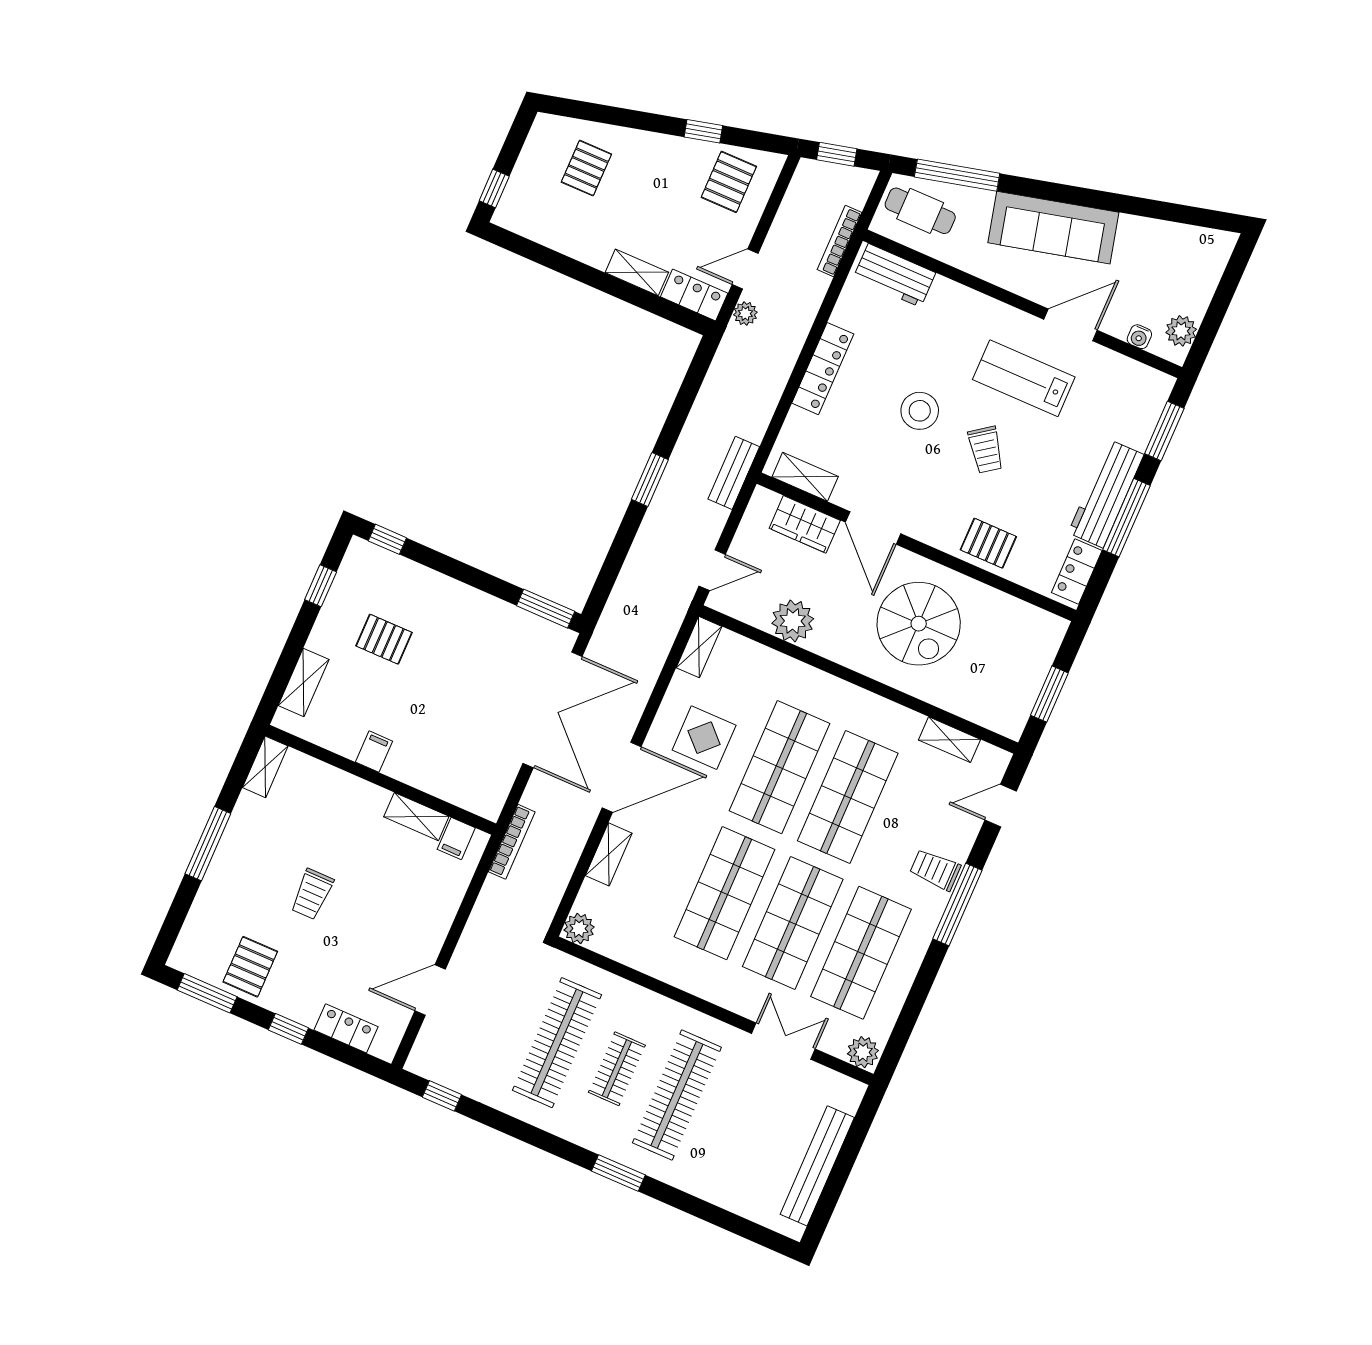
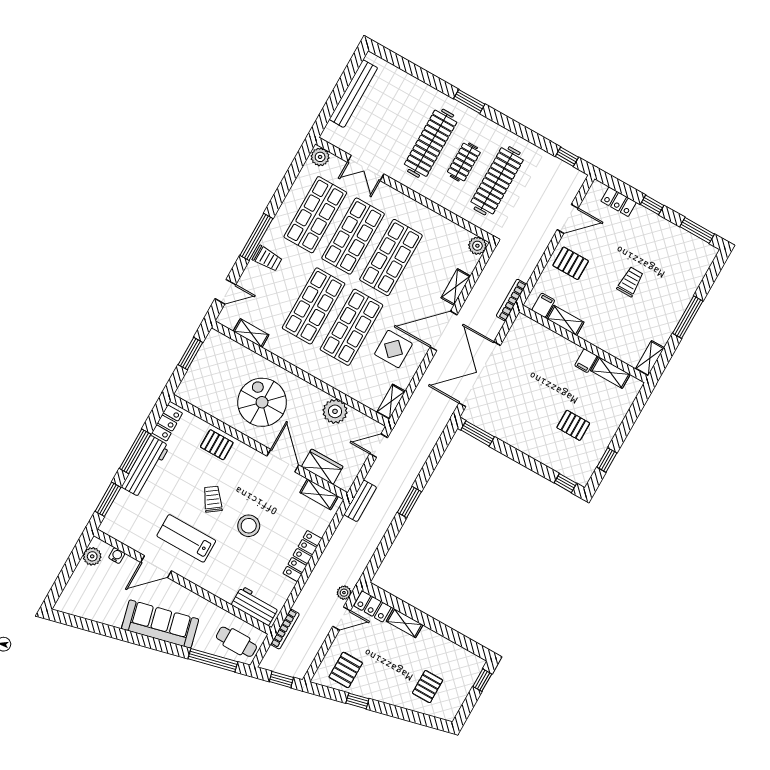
lab bench: (1024, 378) -> (186, 538), turned 180
shelving: (304, 683) -> (610, 373), moved, turned 90
pallet: (250, 967) -> (571, 263), moved, turned 90

